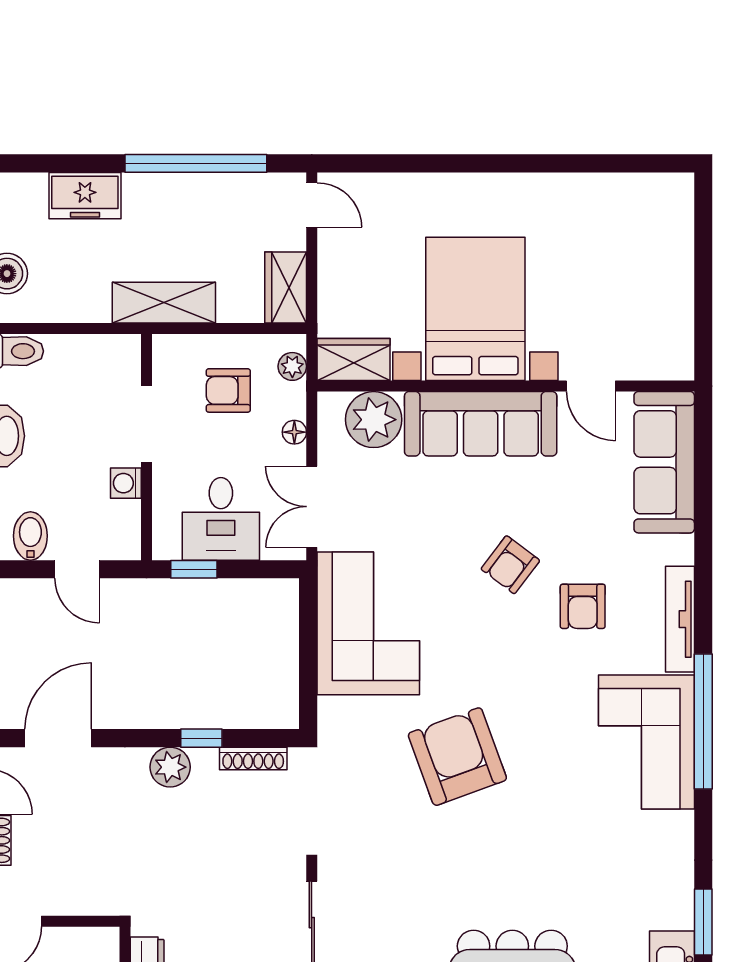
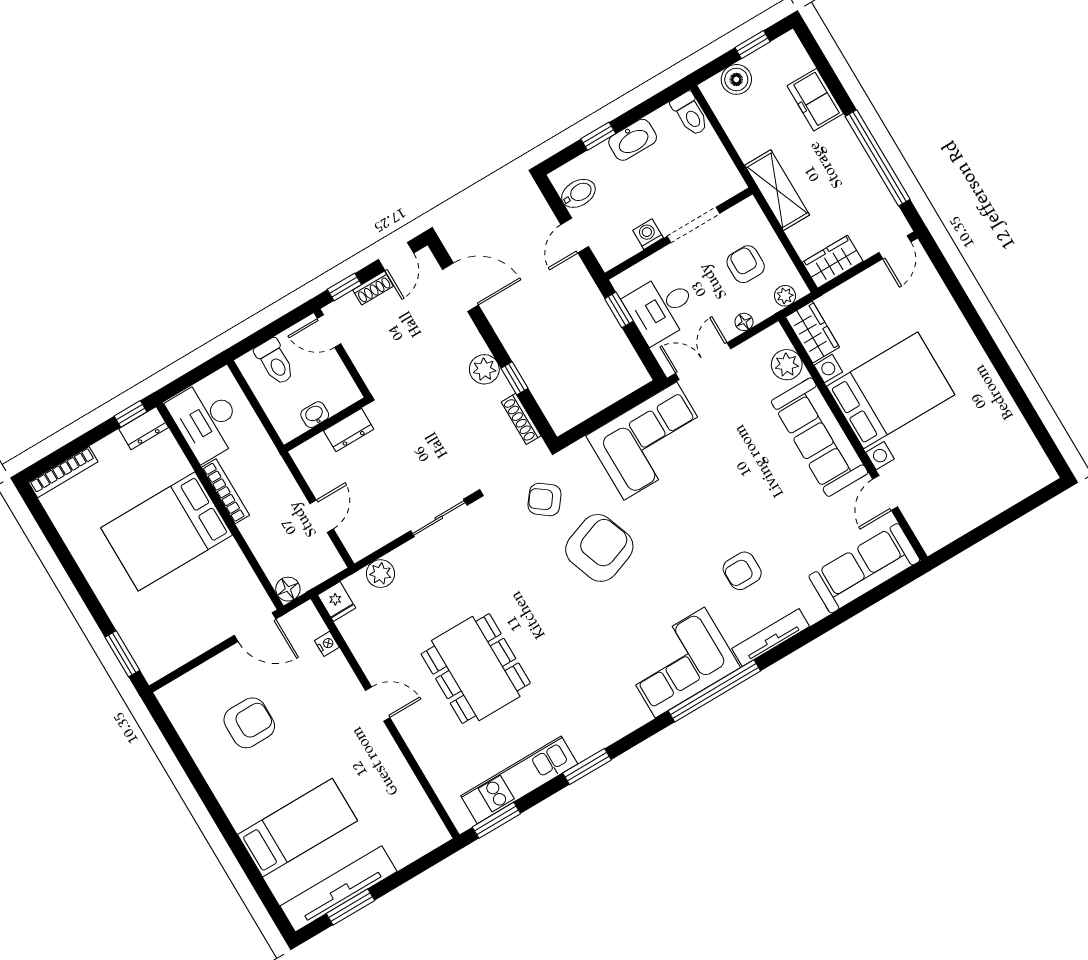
plant: (374, 420) -> (787, 365), width x0.73, depth x0.73
armchair: (510, 565) -> (545, 500), moved

